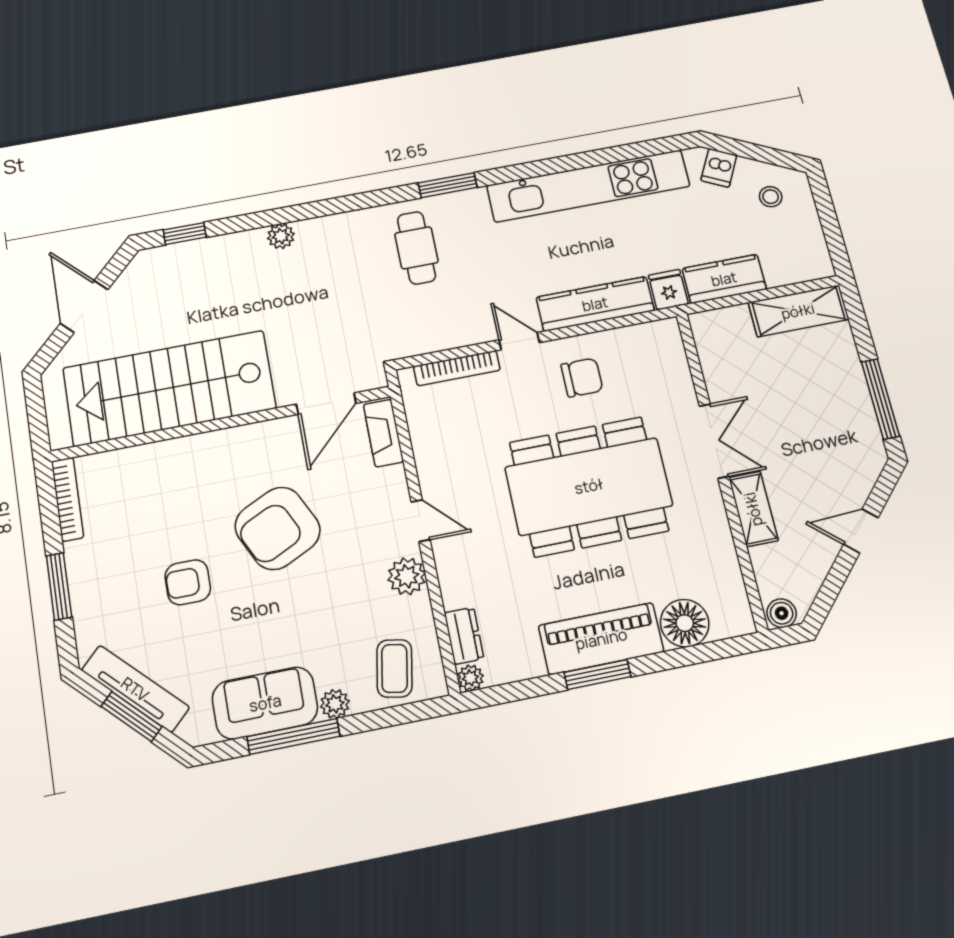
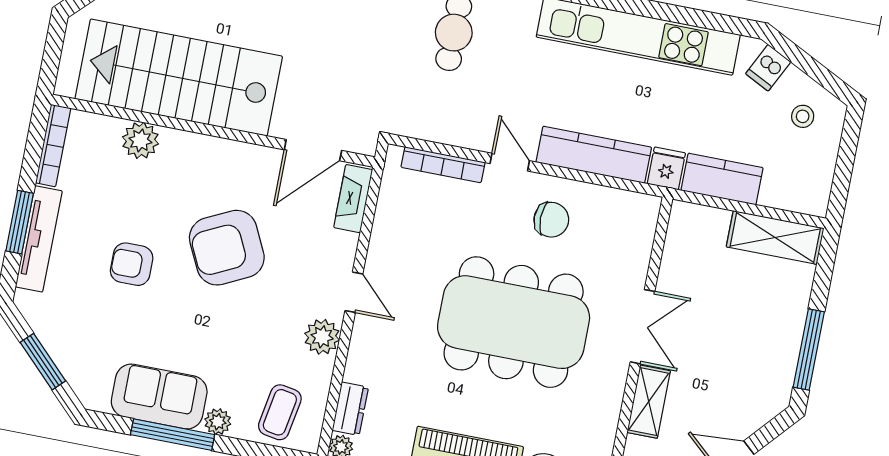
plant: (153, 461) -> (140, 140), added
tv unit: (135, 689) -> (39, 239), moved, turned 45

